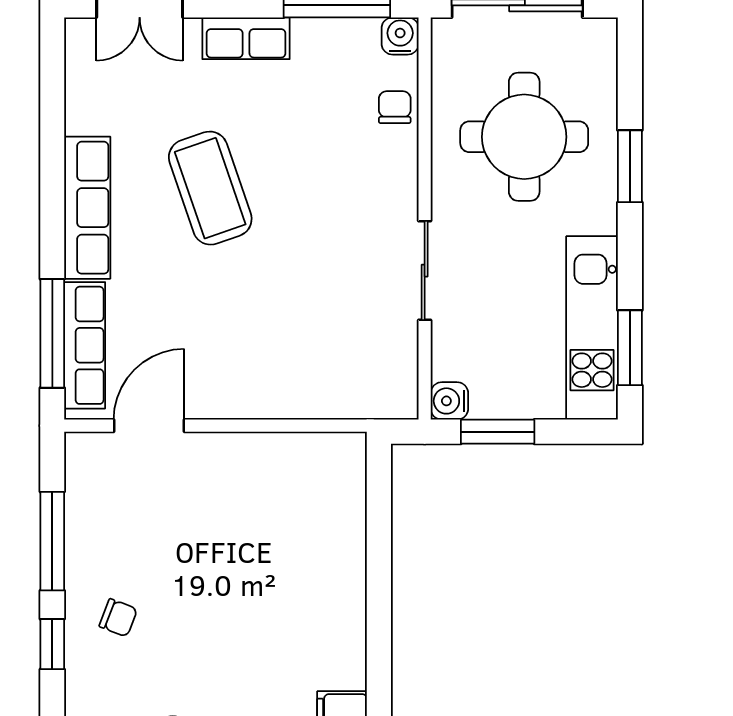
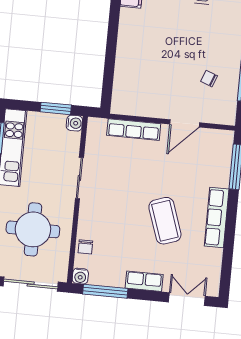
row of seats: (85, 345) -> (134, 130), moved, turned -90
door: (149, 426) -> (185, 123), moved
chair: (118, 618) -> (209, 79), moved

